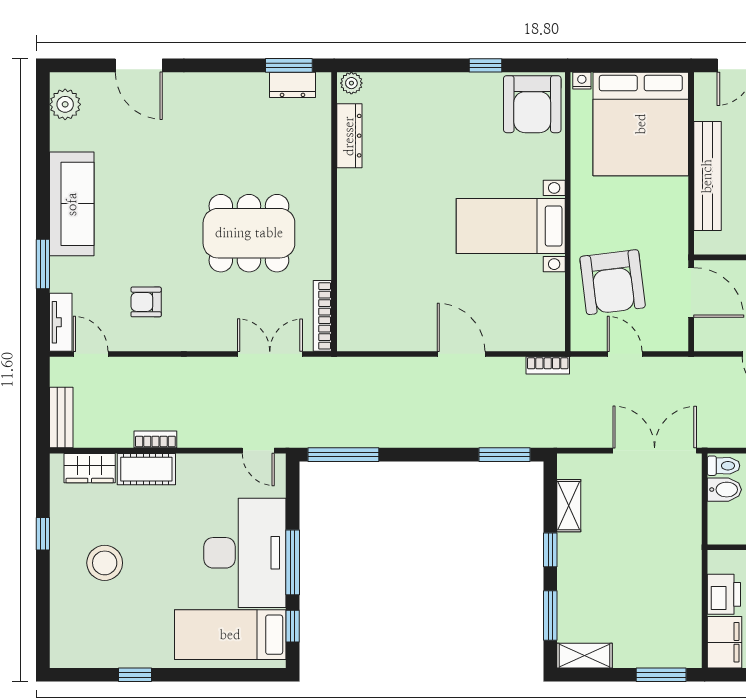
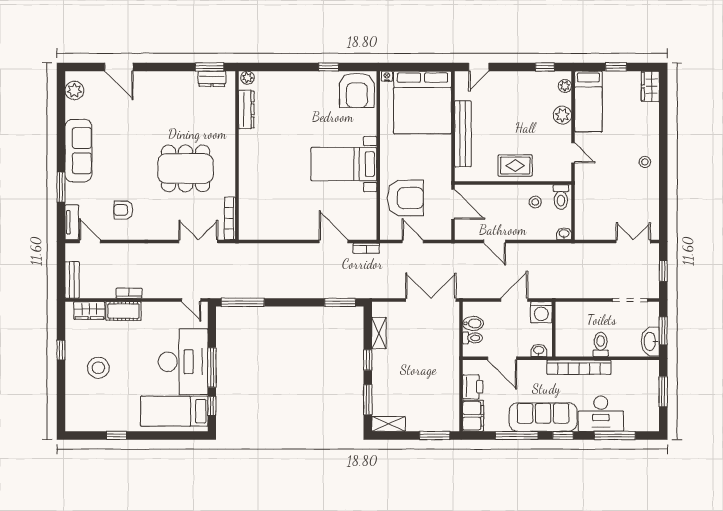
armchair: (613, 282) -> (405, 198), turned -83
door: (461, 354) -> (334, 241), moved
toilet: (723, 466) -> (473, 338), moved

